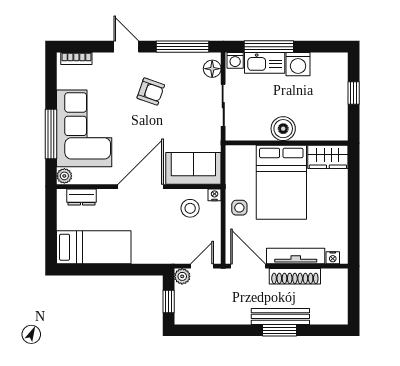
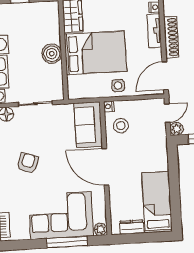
dresser: (81, 197) -> (132, 227), moved, turned -90
tv unit: (296, 256) -> (154, 31), width x0.71
door: (202, 266) -> (167, 113), swing flipped

